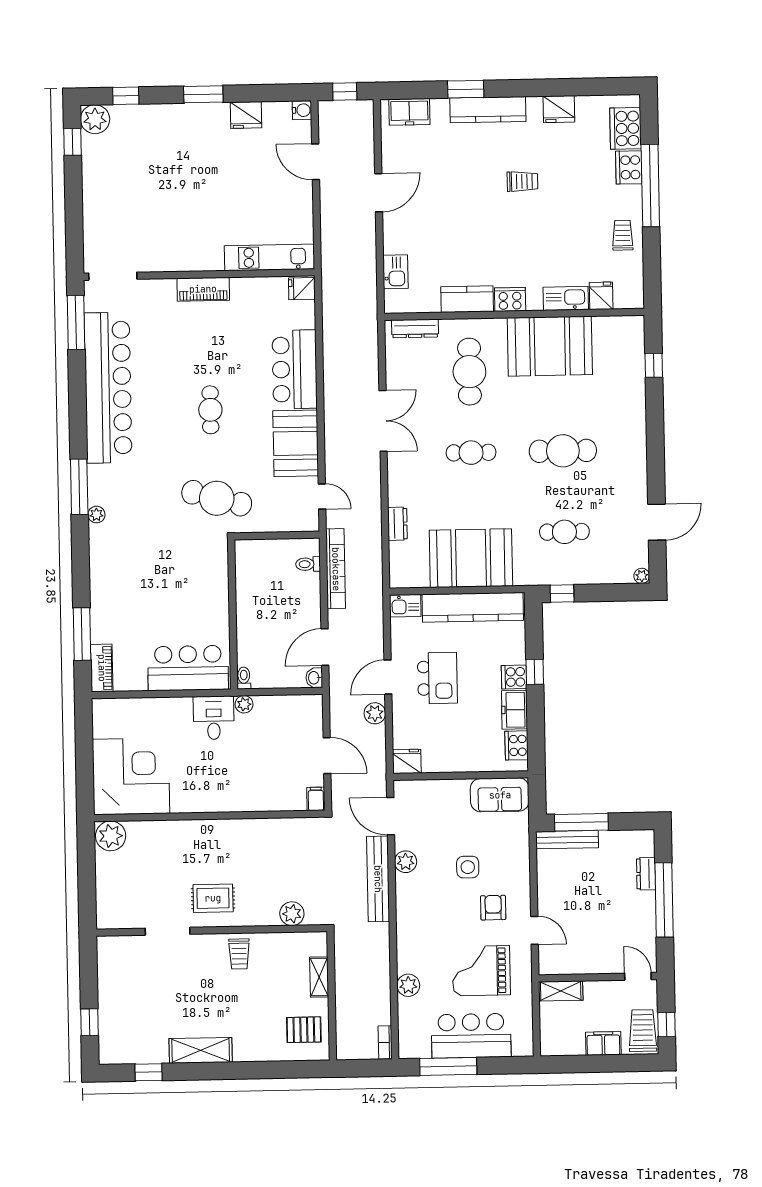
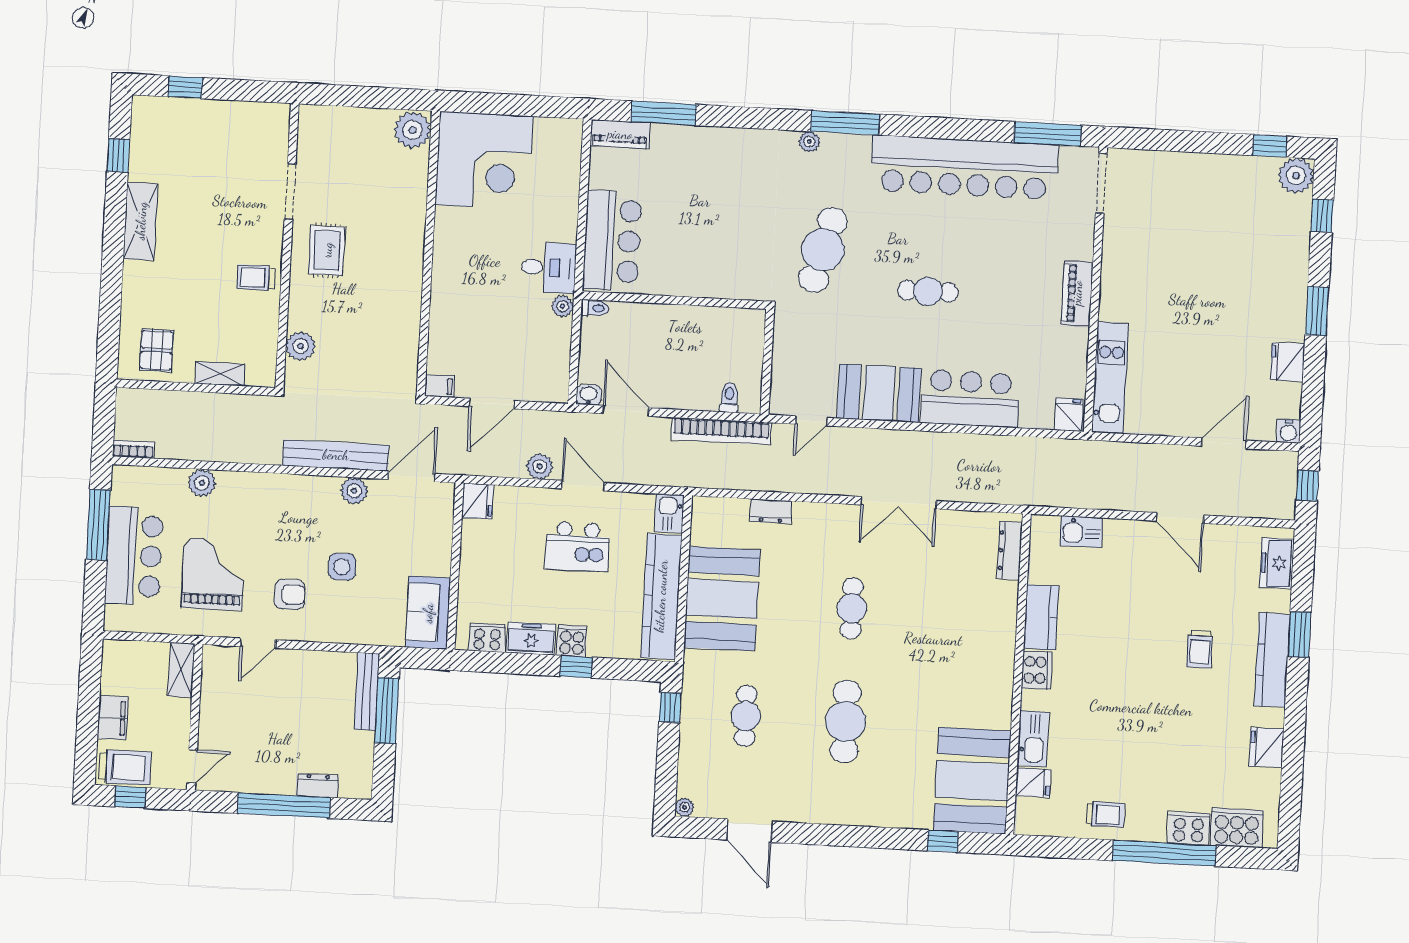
trolley: (522, 182) -> (1200, 649), moved
booth: (550, 346) -> (972, 781), moved
cafe table: (469, 372) -> (952, 614), removed
cafe table: (217, 498) -> (823, 250), moved

